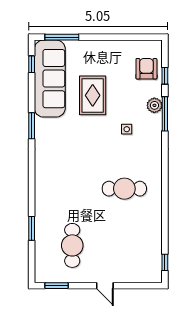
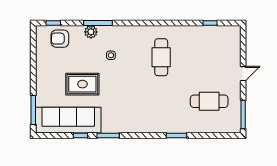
window: (32, 64) -> (80, 135), moved
window: (165, 76) -> (53, 23), moved
window: (32, 228) -> (176, 135), moved
window: (165, 262) -> (210, 23), moved
window: (57, 286) -> (243, 115), width x1.44

